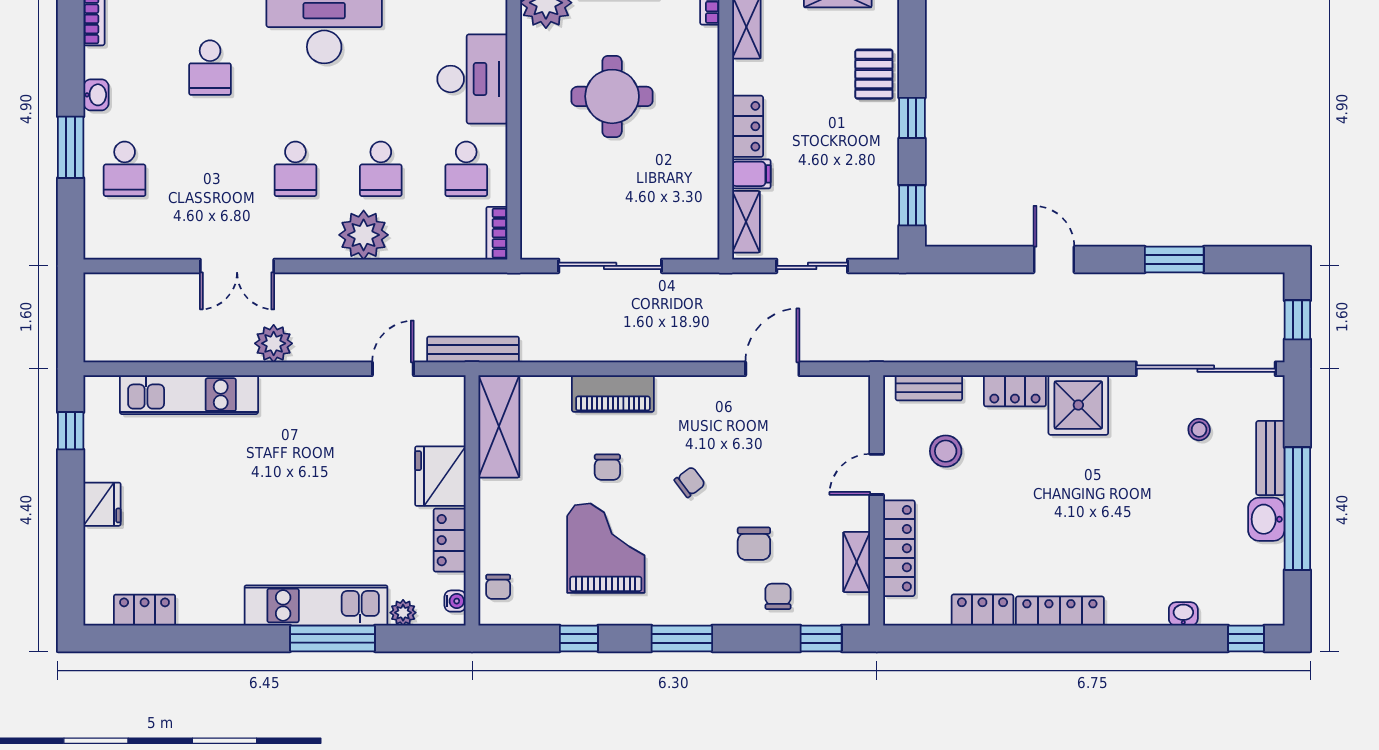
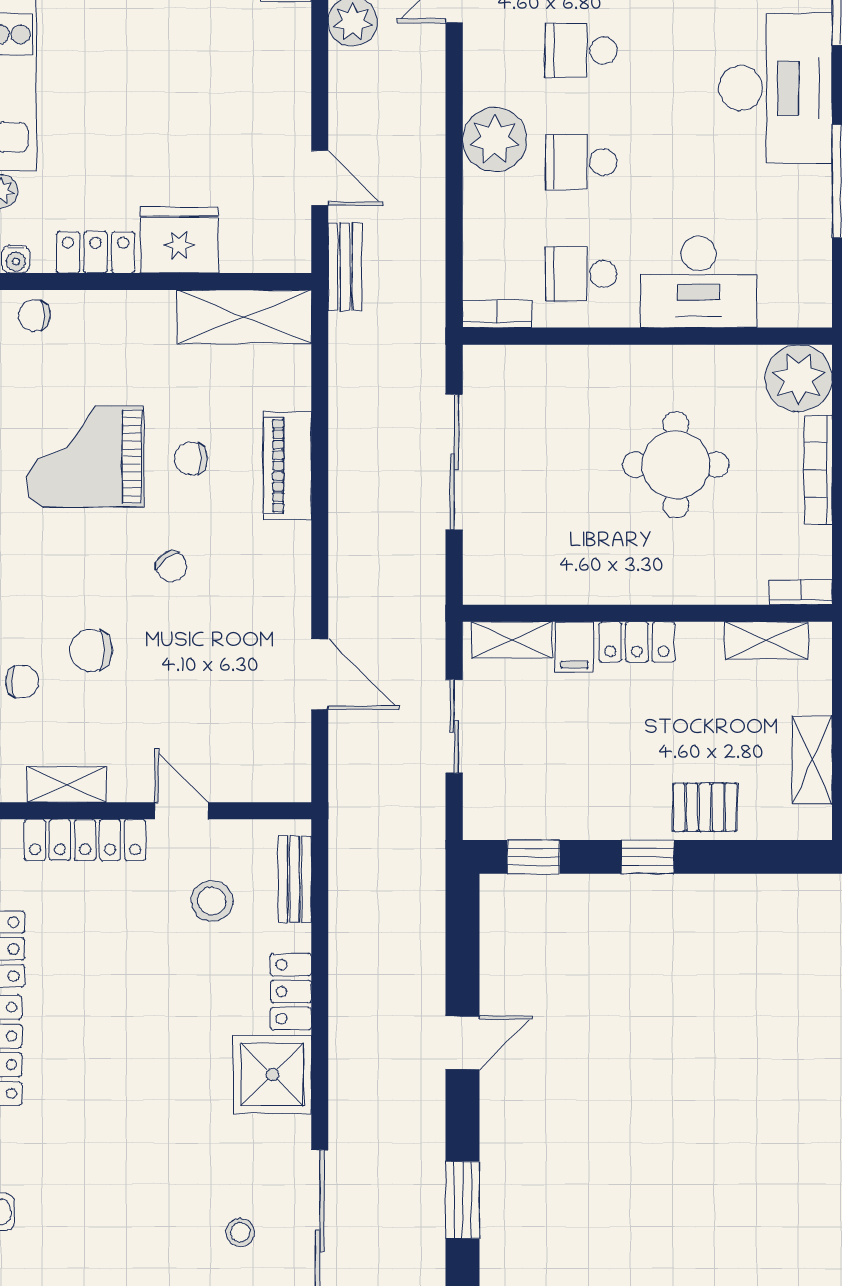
bench: (473, 349) -> (345, 267), width x0.73
grand piano: (606, 548) -> (85, 456), turned 180

